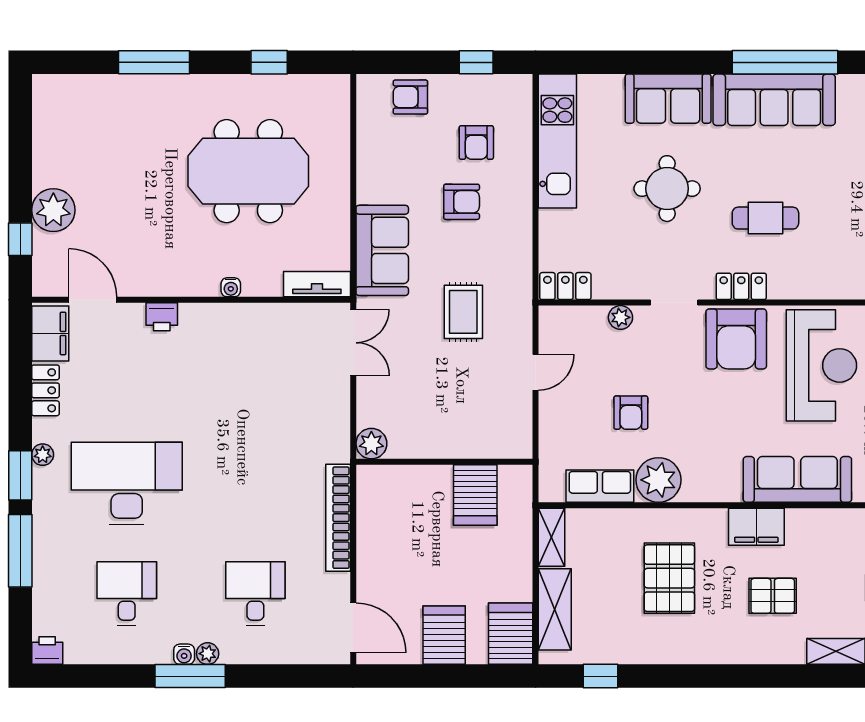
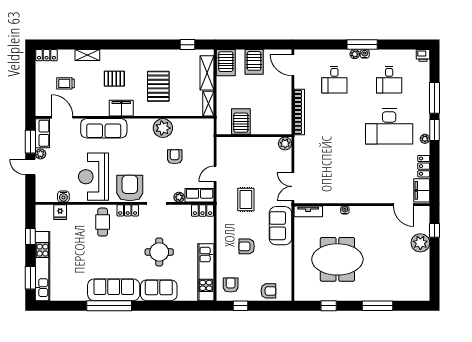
armchair: (476, 143) -> (231, 285), moved
cafe table: (765, 218) -> (103, 222), moved, turned 90
printer: (162, 317) -> (374, 197), removed
row of seats: (600, 486) -> (200, 195), moved, turned 180

